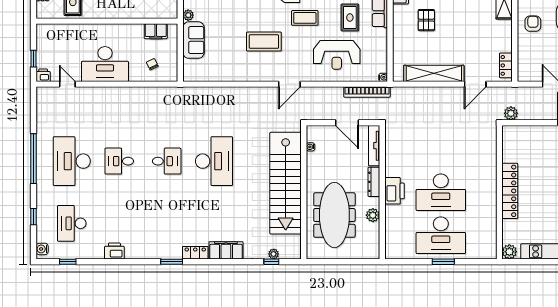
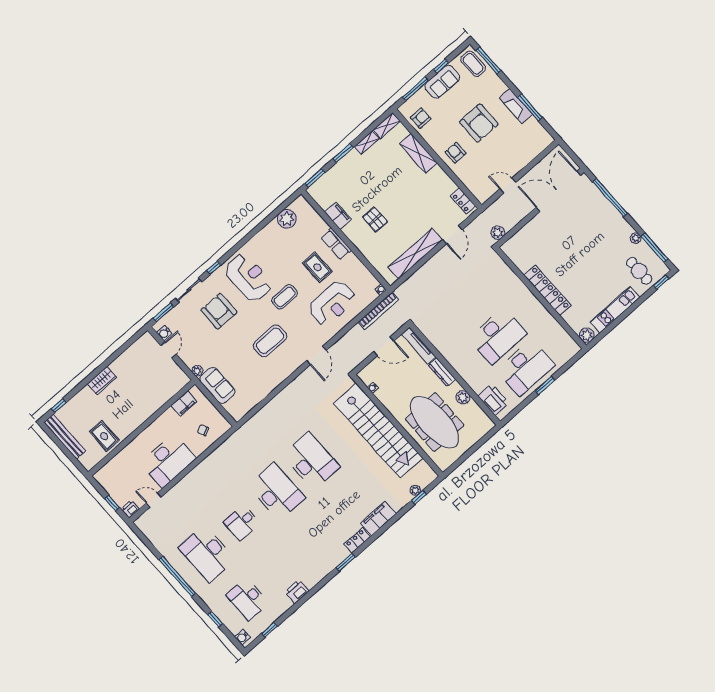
desk: (167, 161) -> (277, 492), width x1.87, depth x1.30
printer: (394, 191) -> (493, 400), moved

